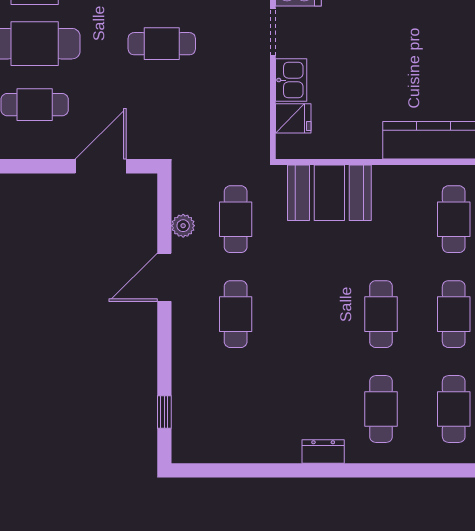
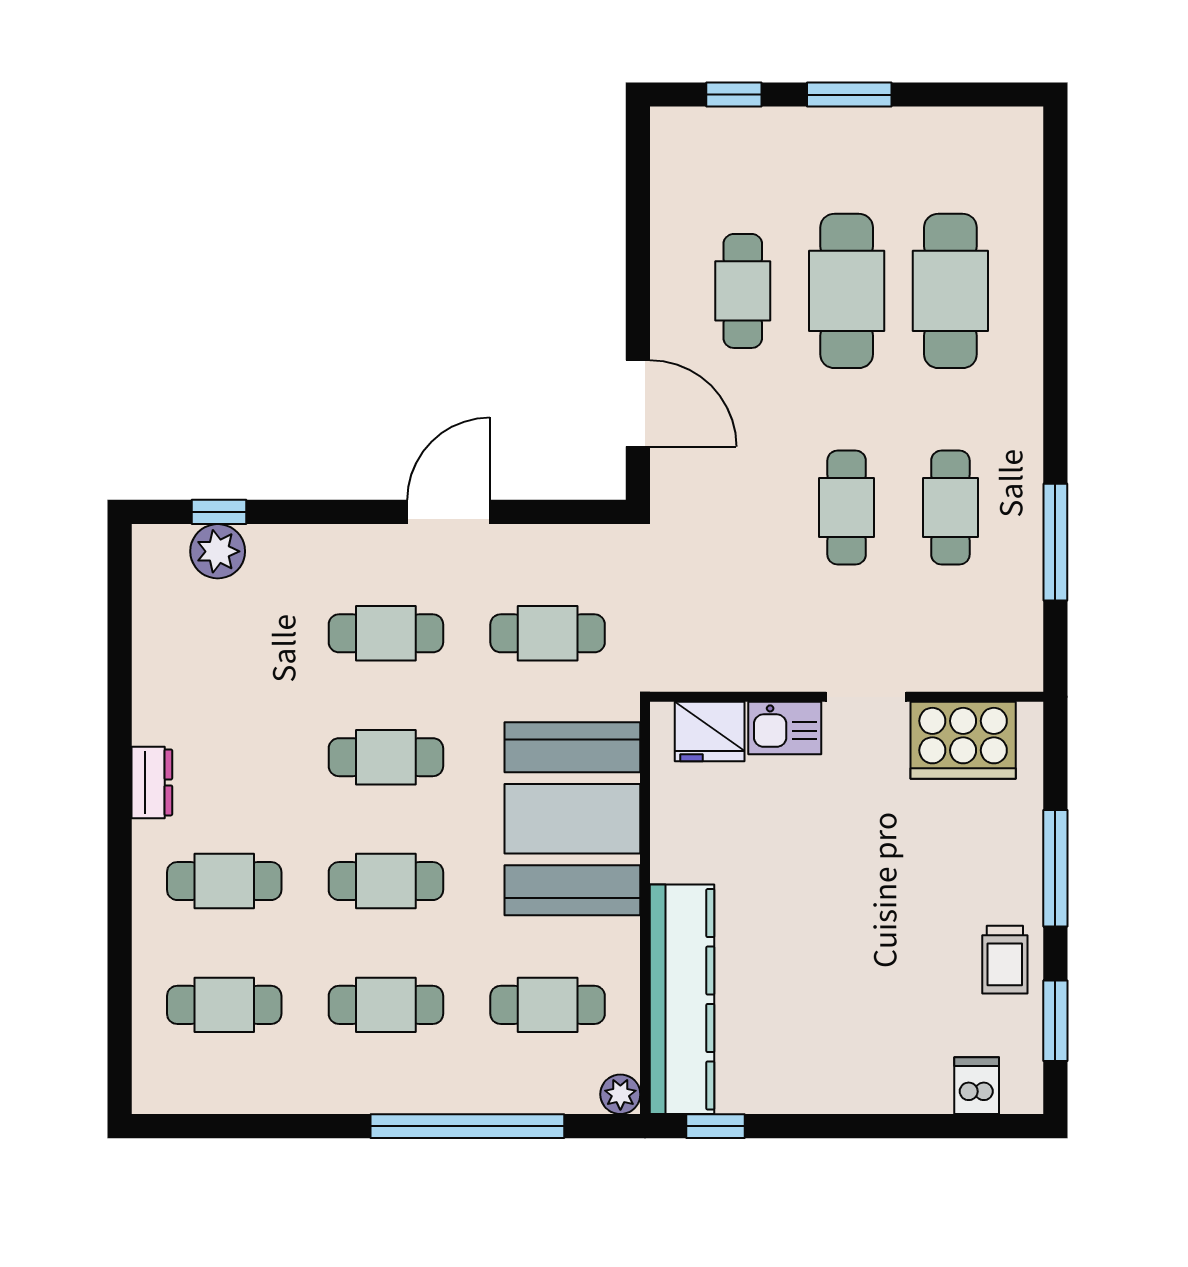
fridge: (293, 118) -> (710, 731), width x1.38
booth: (329, 193) -> (572, 819), width x1.36, depth x1.42
plant: (183, 226) -> (218, 551), moved, width x1.38, depth x1.38
door: (164, 277) -> (449, 512), hinge flipped
cafe table: (308, 314) -> (386, 757), added

